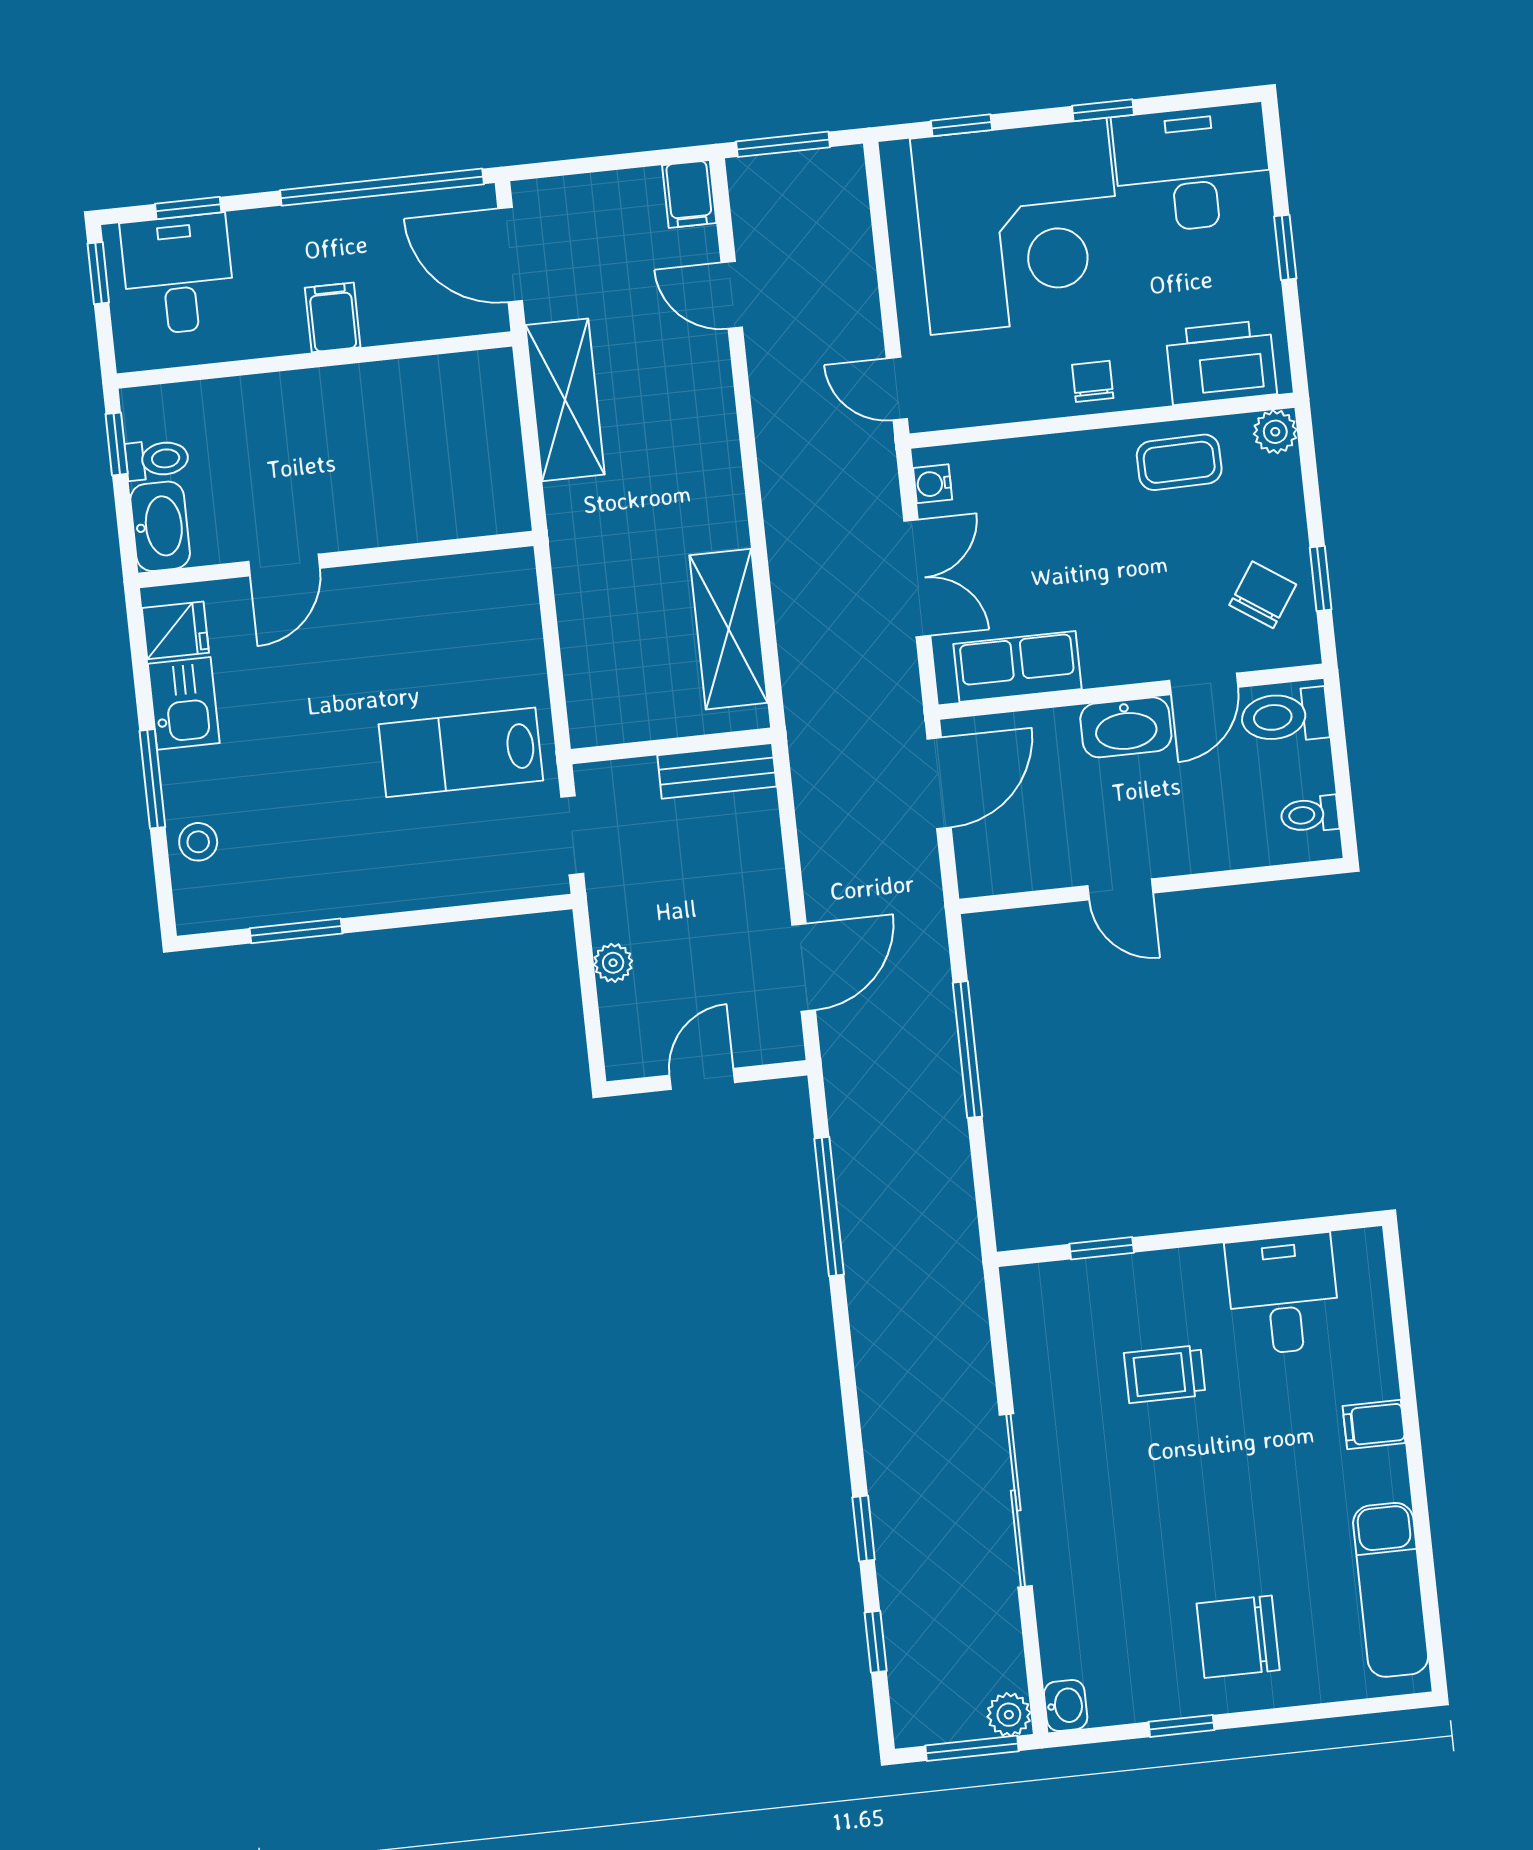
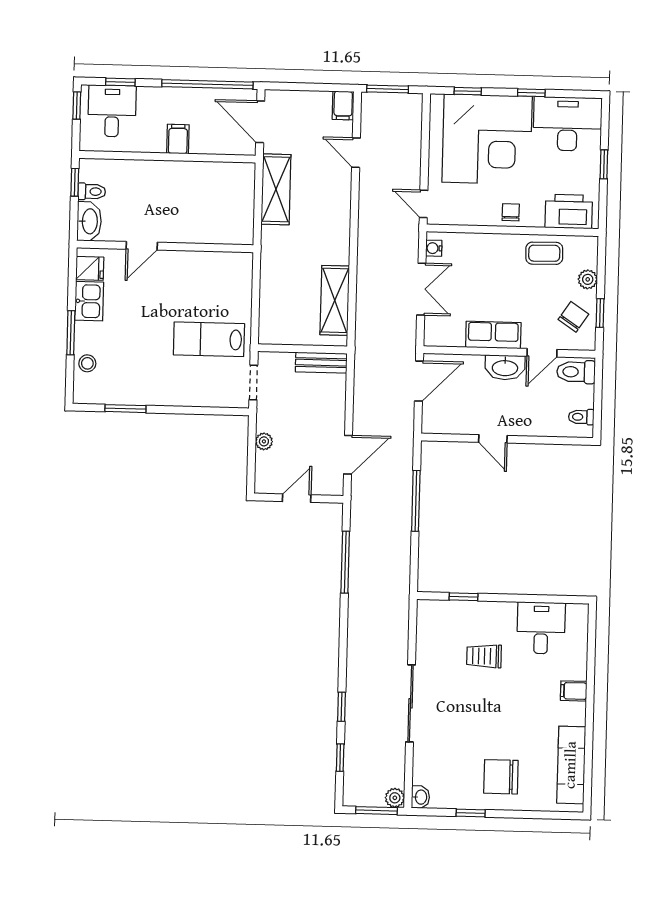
plant: (1275, 432) -> (588, 279), moved
row of seats: (1018, 667) -> (493, 335), moved

